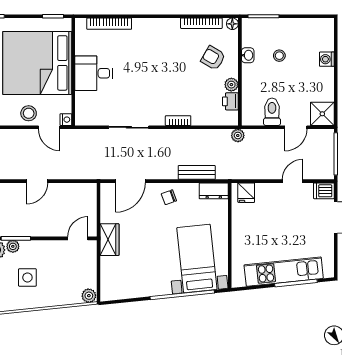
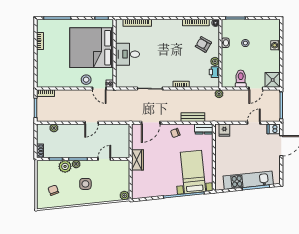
door: (78, 238) -> (104, 159), moved

